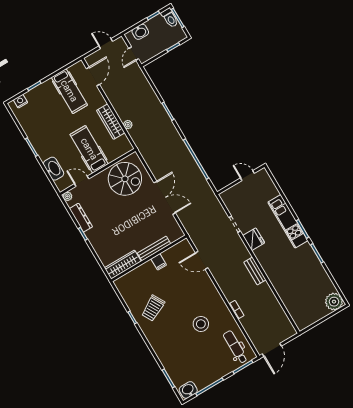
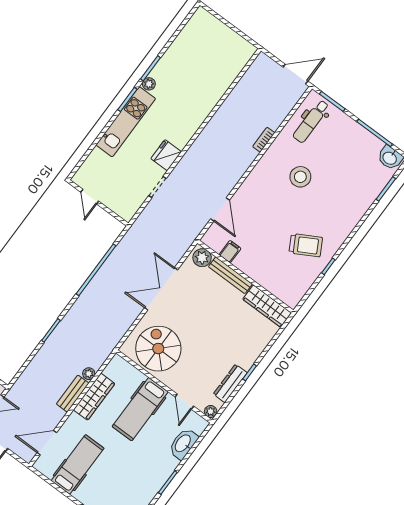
plant: (174, 234) -> (202, 258), added
filing cabinet: (159, 262) -> (230, 252), moved
bench: (255, 271) -> (73, 394), moved
plant: (334, 302) -> (149, 84), moved, width x0.53, depth x0.53

